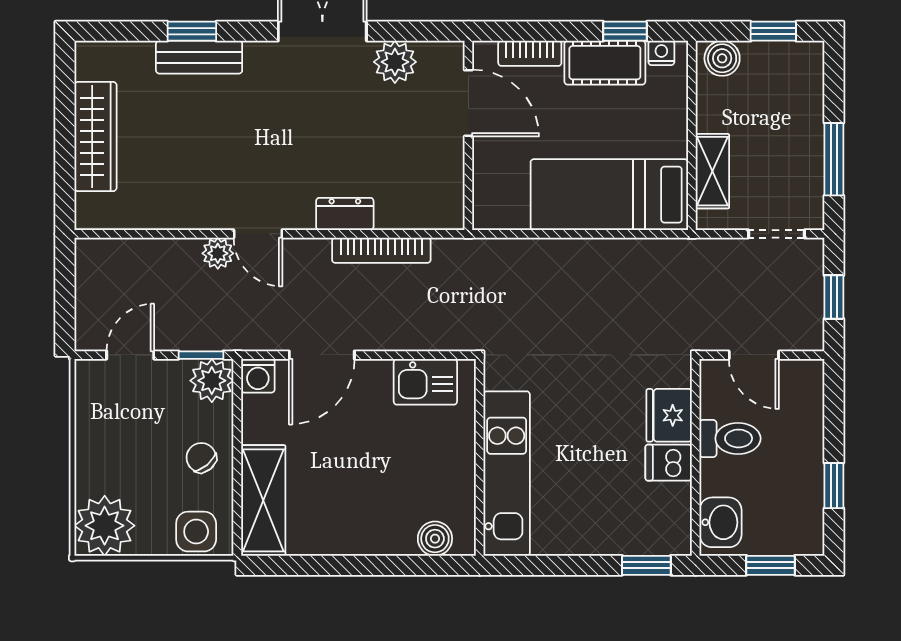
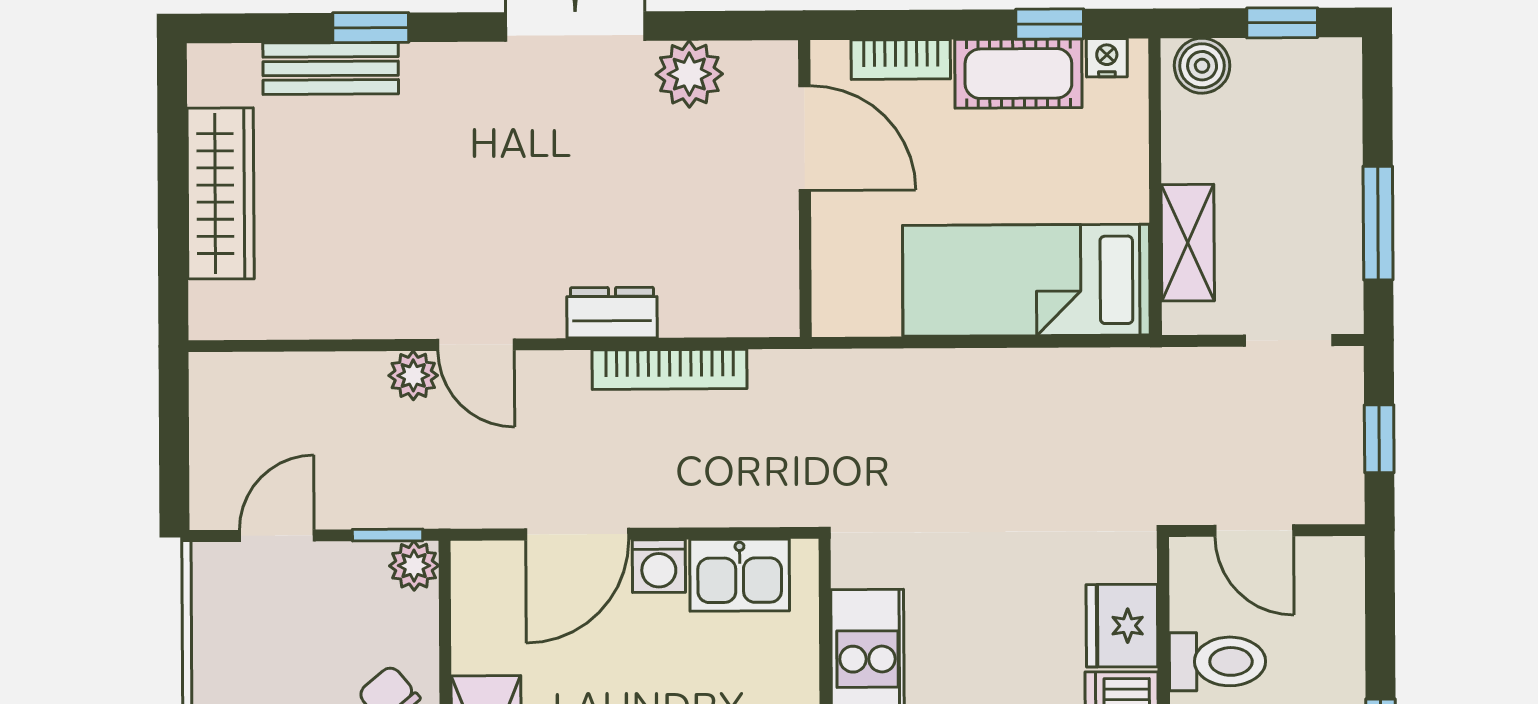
bench: (199, 57) -> (331, 68), moved
washing machine: (258, 376) -> (659, 566), moved
plant: (212, 381) -> (414, 566), width x0.73, depth x0.73

